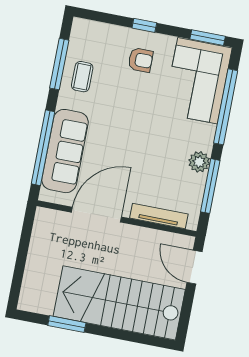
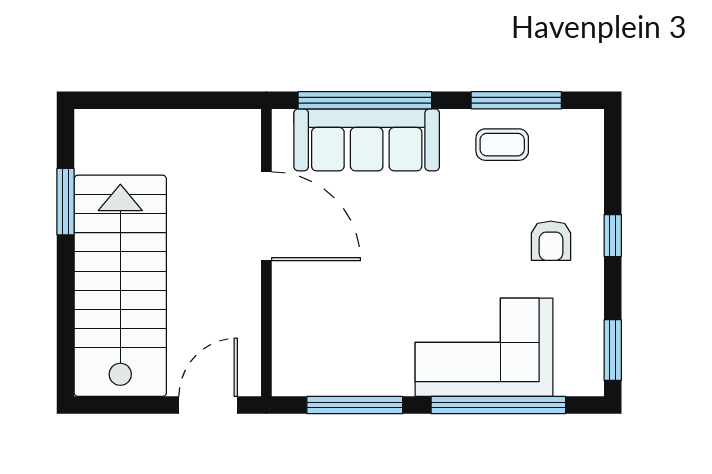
corner sofa: (198, 81) -> (484, 347), moved
plant: (199, 162) -> (393, 377), removed
tv unit: (159, 216) -> (285, 325), removed

